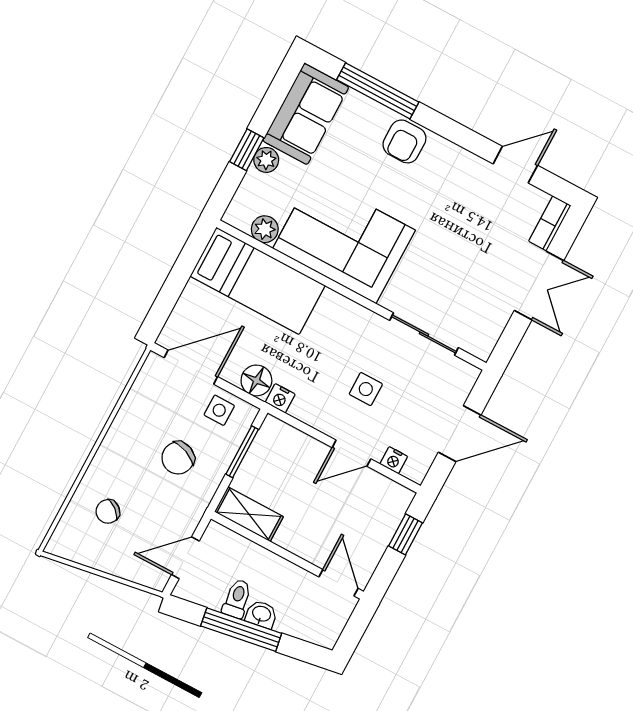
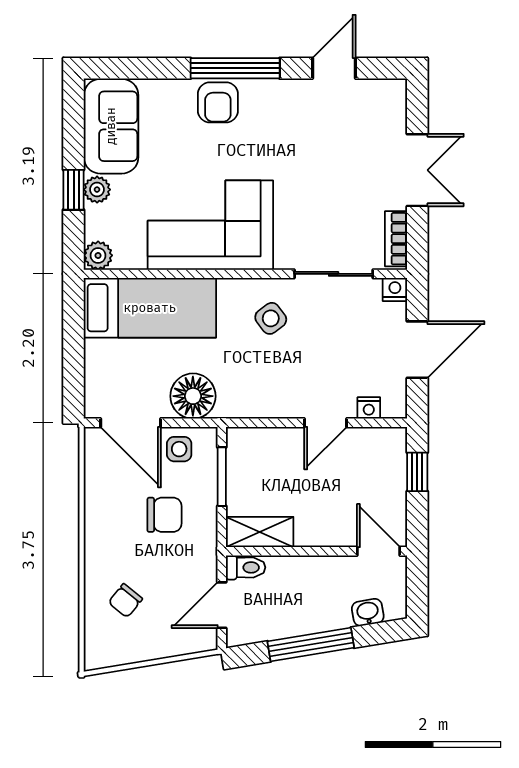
window: (378, 91) -> (235, 68), moved
bookcase: (550, 223) -> (396, 239), moved
plant: (265, 229) -> (98, 255), moved
door: (191, 367) -> (131, 423), swing flipped
floor lamp: (256, 380) -> (193, 396), width x1.38, depth x1.38
side table: (366, 389) -> (271, 318), moved, turned -37
nightstand: (280, 398) -> (395, 290), moved, turned 180
chair: (178, 458) -> (164, 515), turned -112
toilet: (237, 599) -> (246, 567), moved, turned 99
washbasin: (261, 614) -> (368, 612), moved

